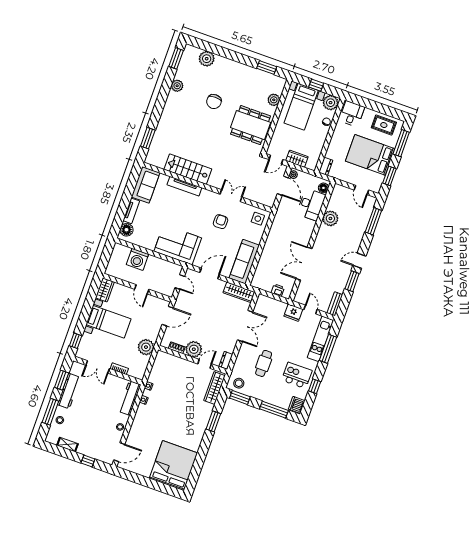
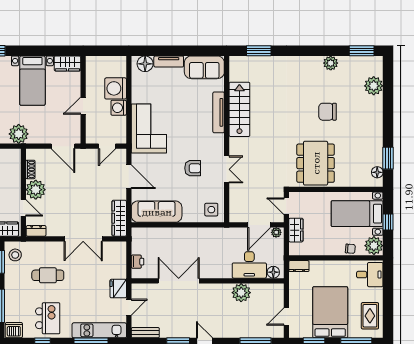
floor lamp: (275, 80) -> (377, 172), added
plant: (274, 100) -> (354, 179), removed
washing machine: (153, 262) -> (119, 108), added

